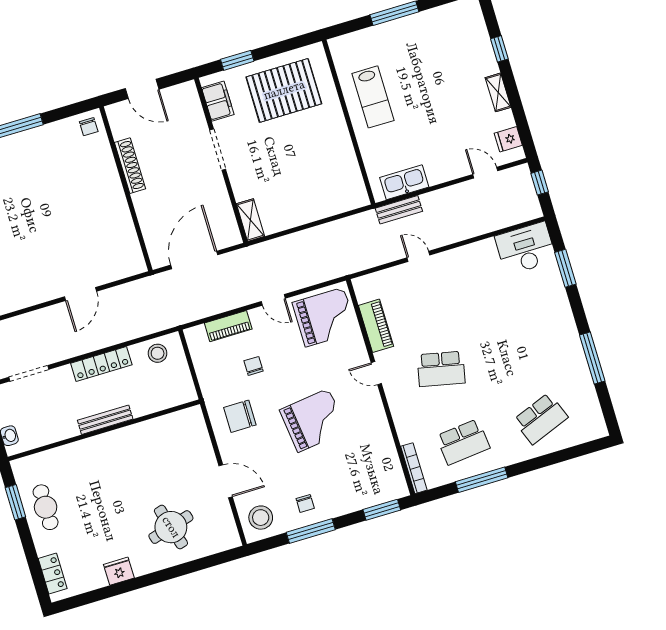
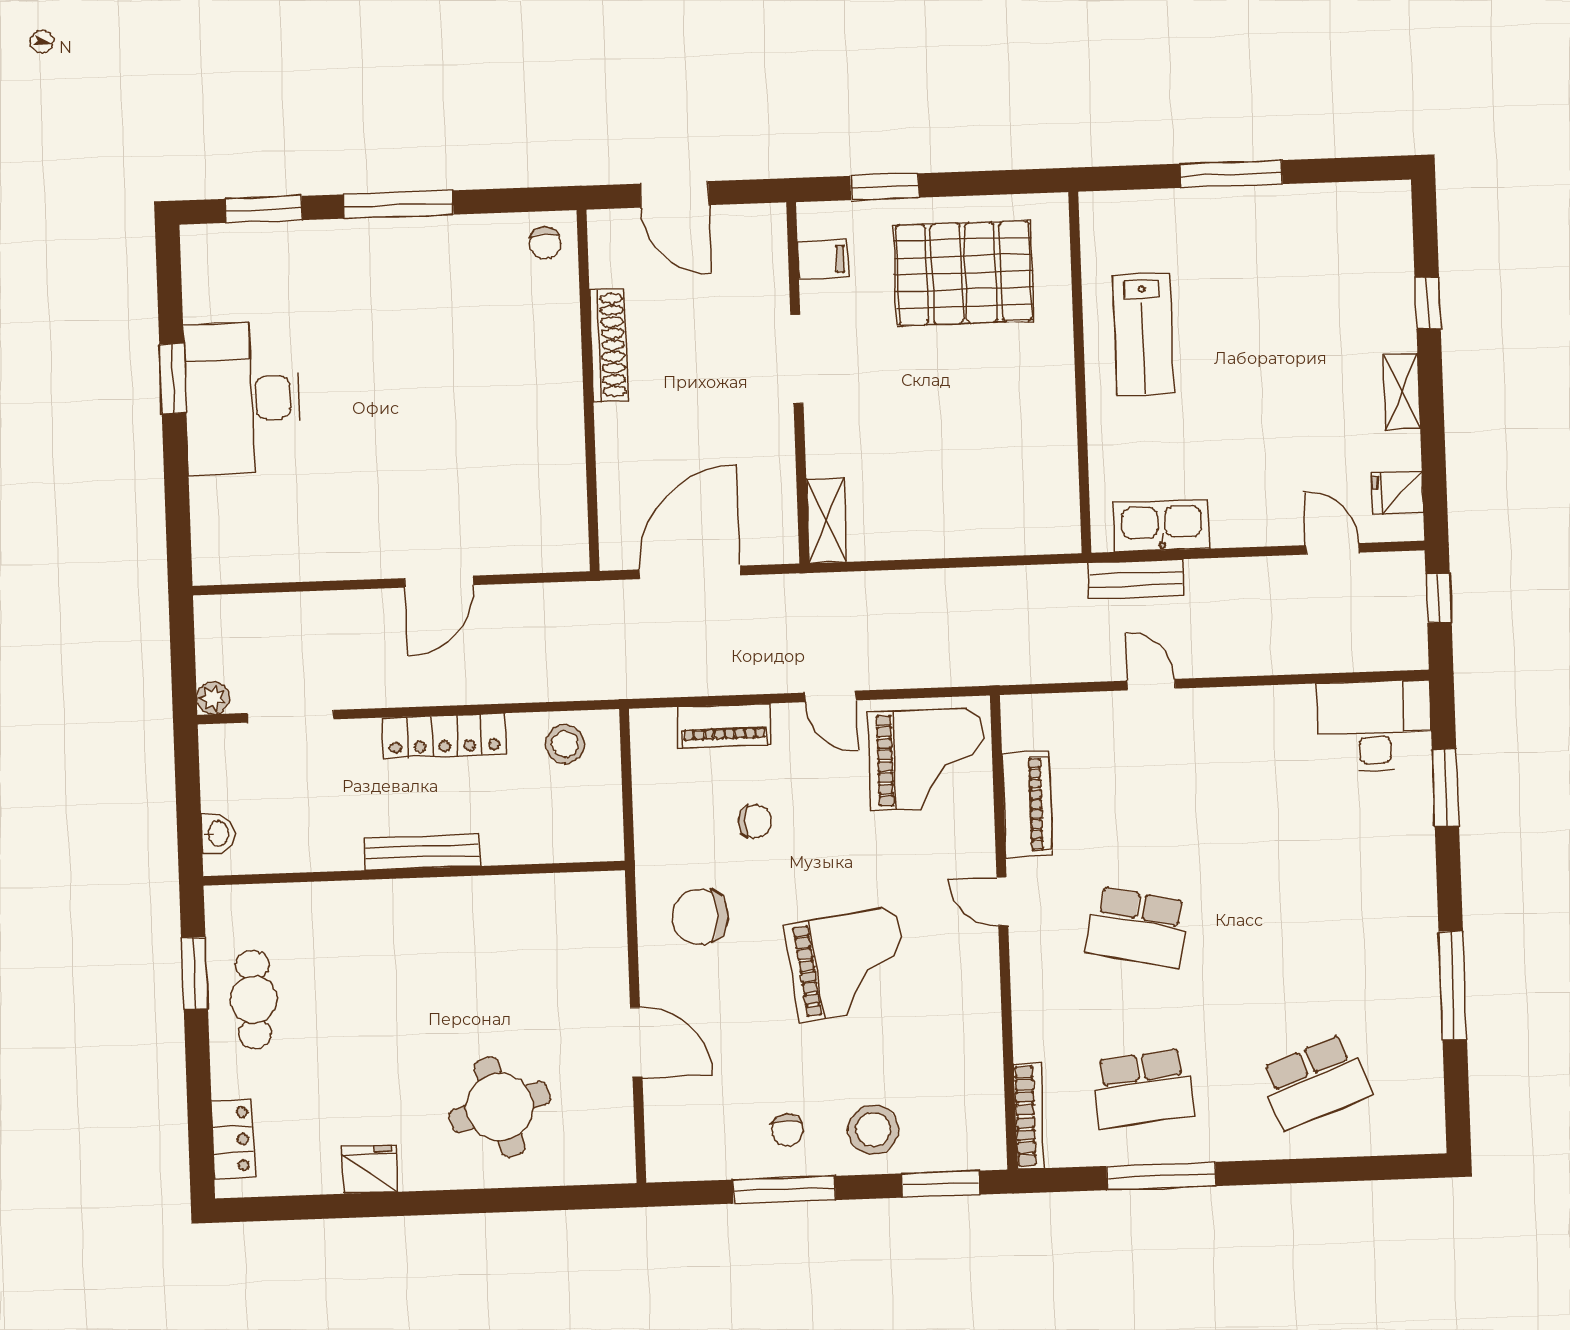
filing cabinet: (218, 101) -> (823, 260), width x0.50
chair: (254, 366) -> (755, 821), turned 90
stool: (261, 518) -> (873, 1130), moved

